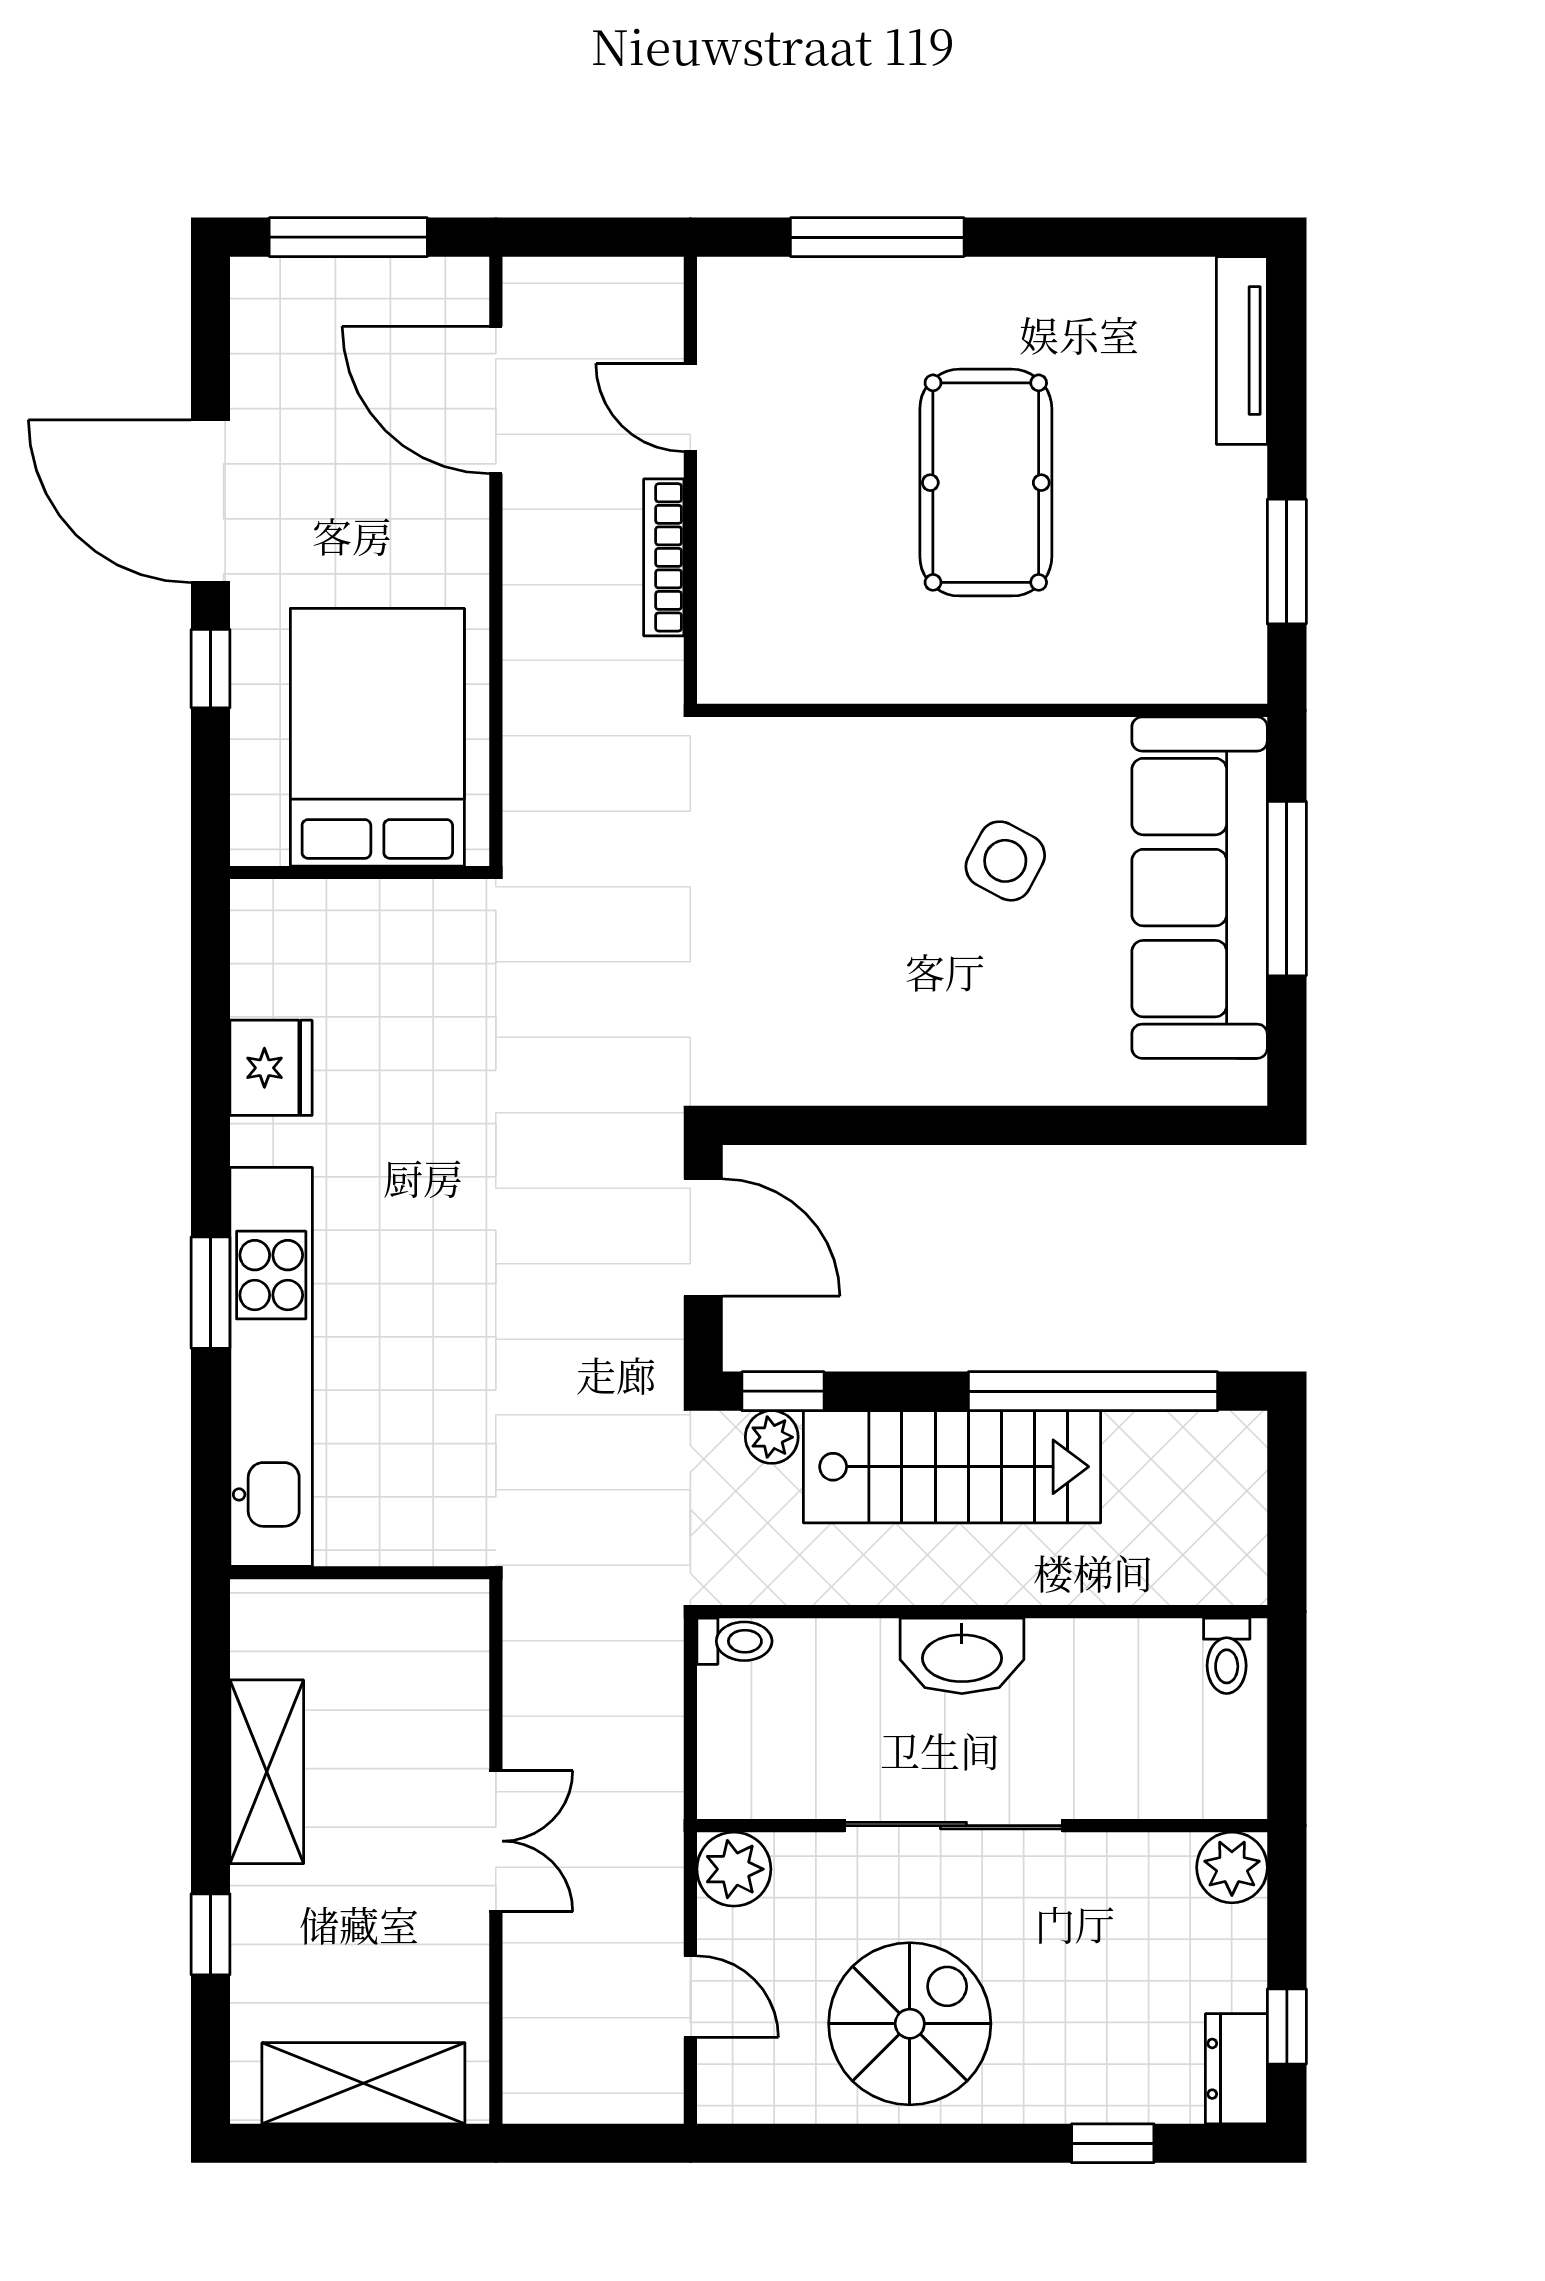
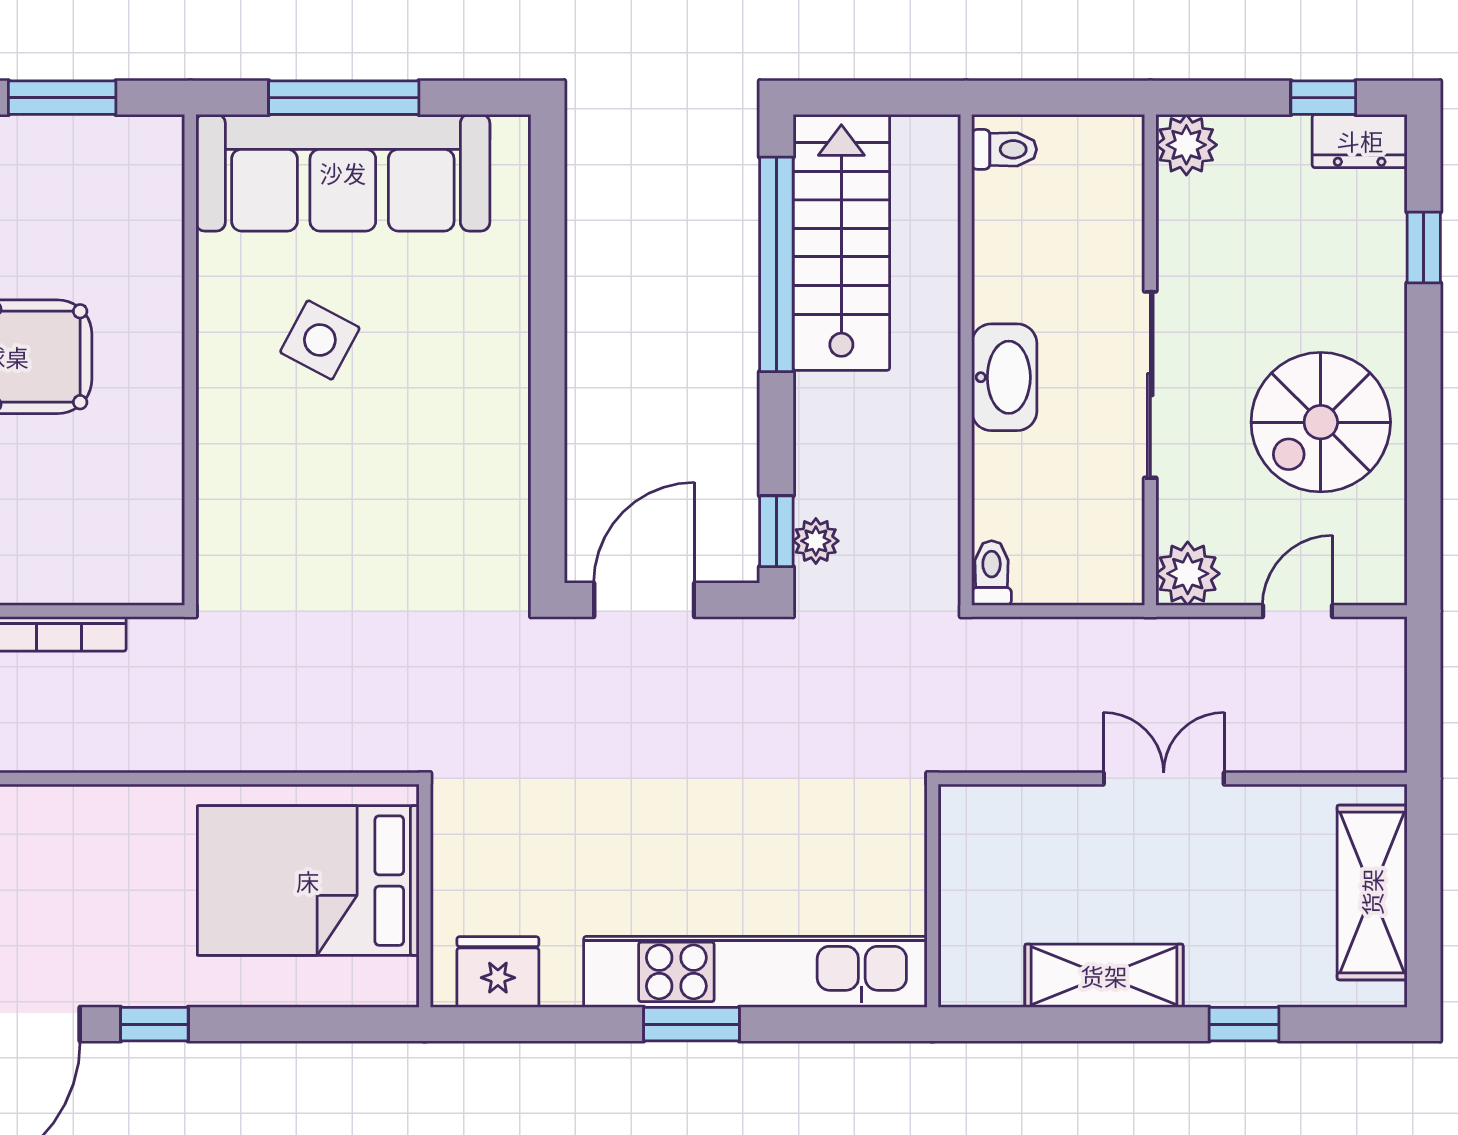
bed: (377, 737) -> (308, 881), moved
wall: (360, 873) -> (425, 896), moved
stairs: (952, 1467) -> (841, 242), moved
spiral stairs: (910, 2024) -> (1321, 422), turned -90

